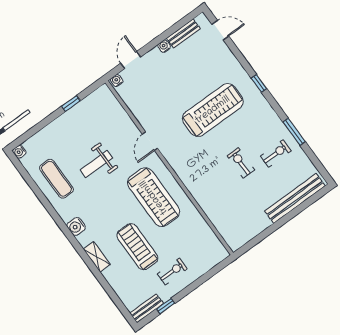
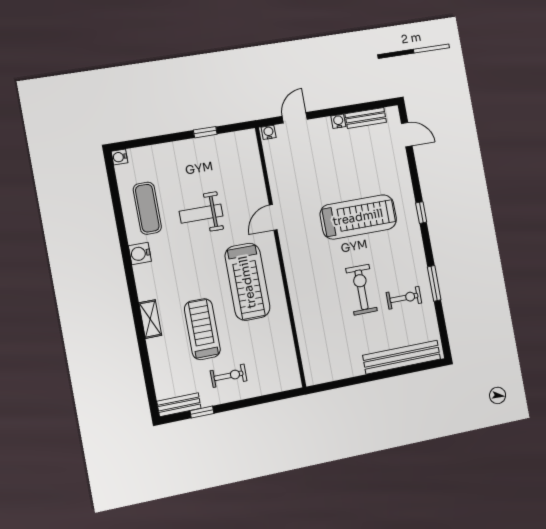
exercise bike: (241, 163) -> (361, 290), width x1.38, depth x1.39
water cooler: (76, 226) -> (140, 254), moved

